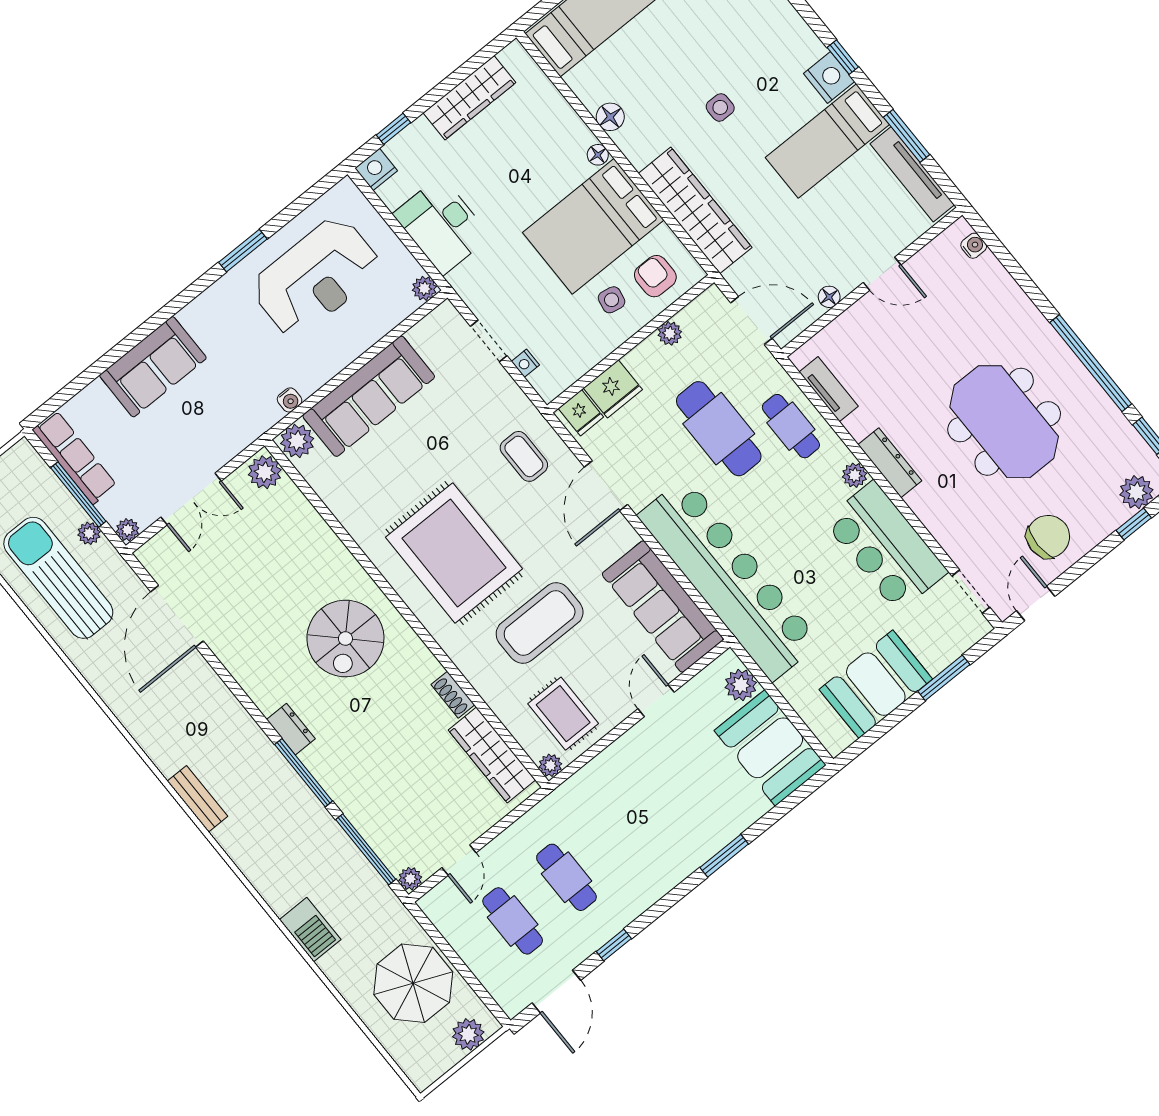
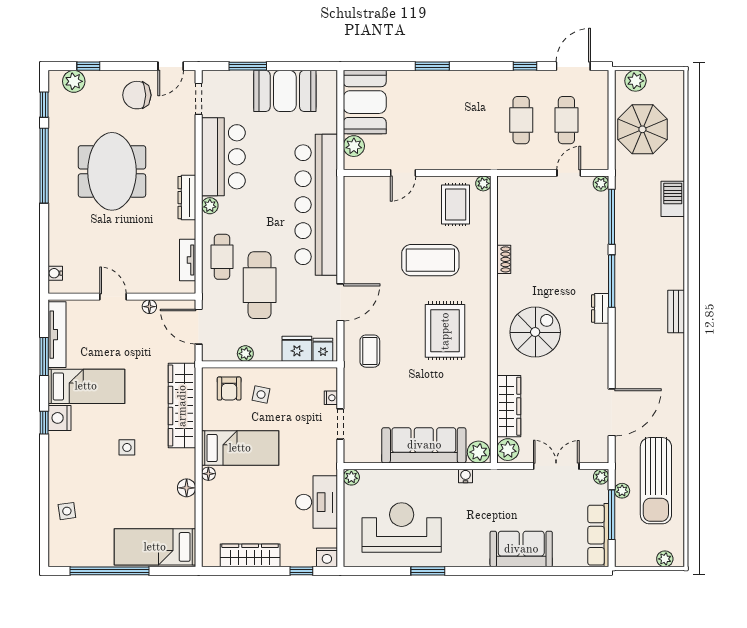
bed: (593, 226) -> (240, 448), width x0.67
rug: (454, 553) -> (445, 331), width x0.73, depth x0.69
sofa: (663, 607) -> (361, 218), removed
wardrobe: (492, 755) -> (509, 406), moved

